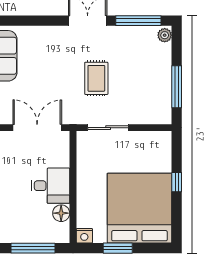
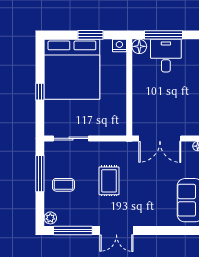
coffee table: (149, 74) -> (63, 185), added
sliding door: (108, 128) -> (71, 138), moved
desk: (50, 186) -> (166, 56), moved, turned 90
floor lamp: (61, 213) -> (139, 46), moved

